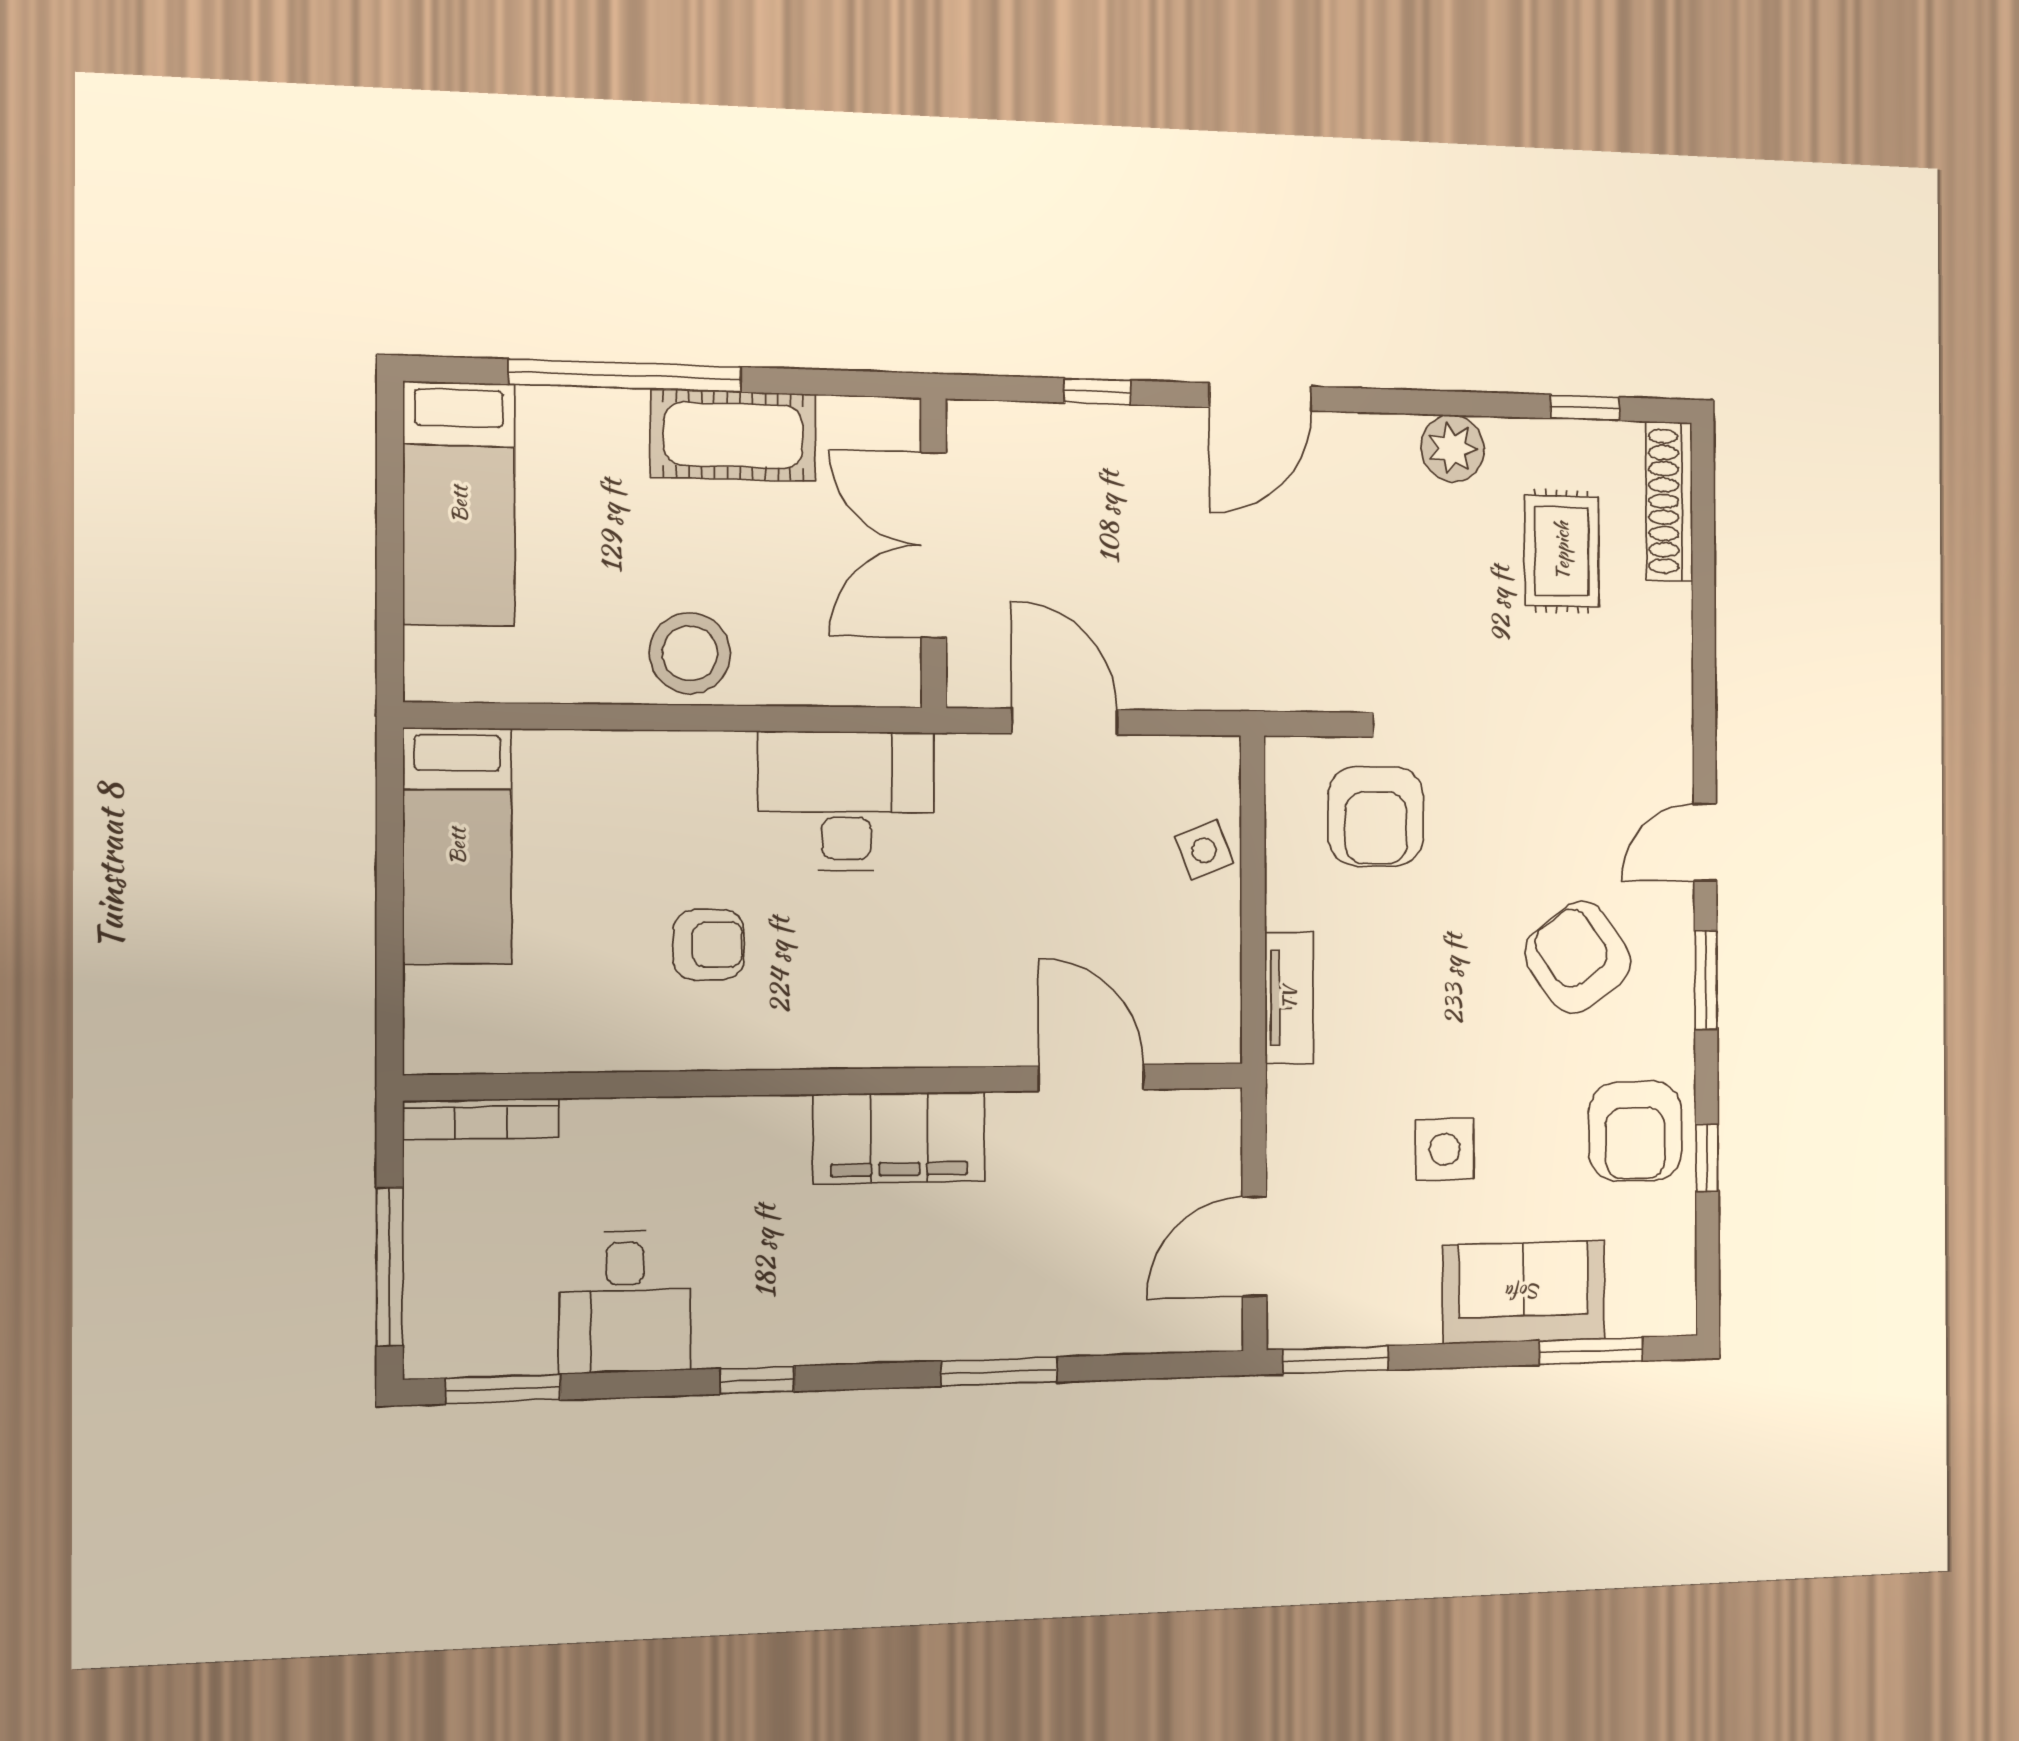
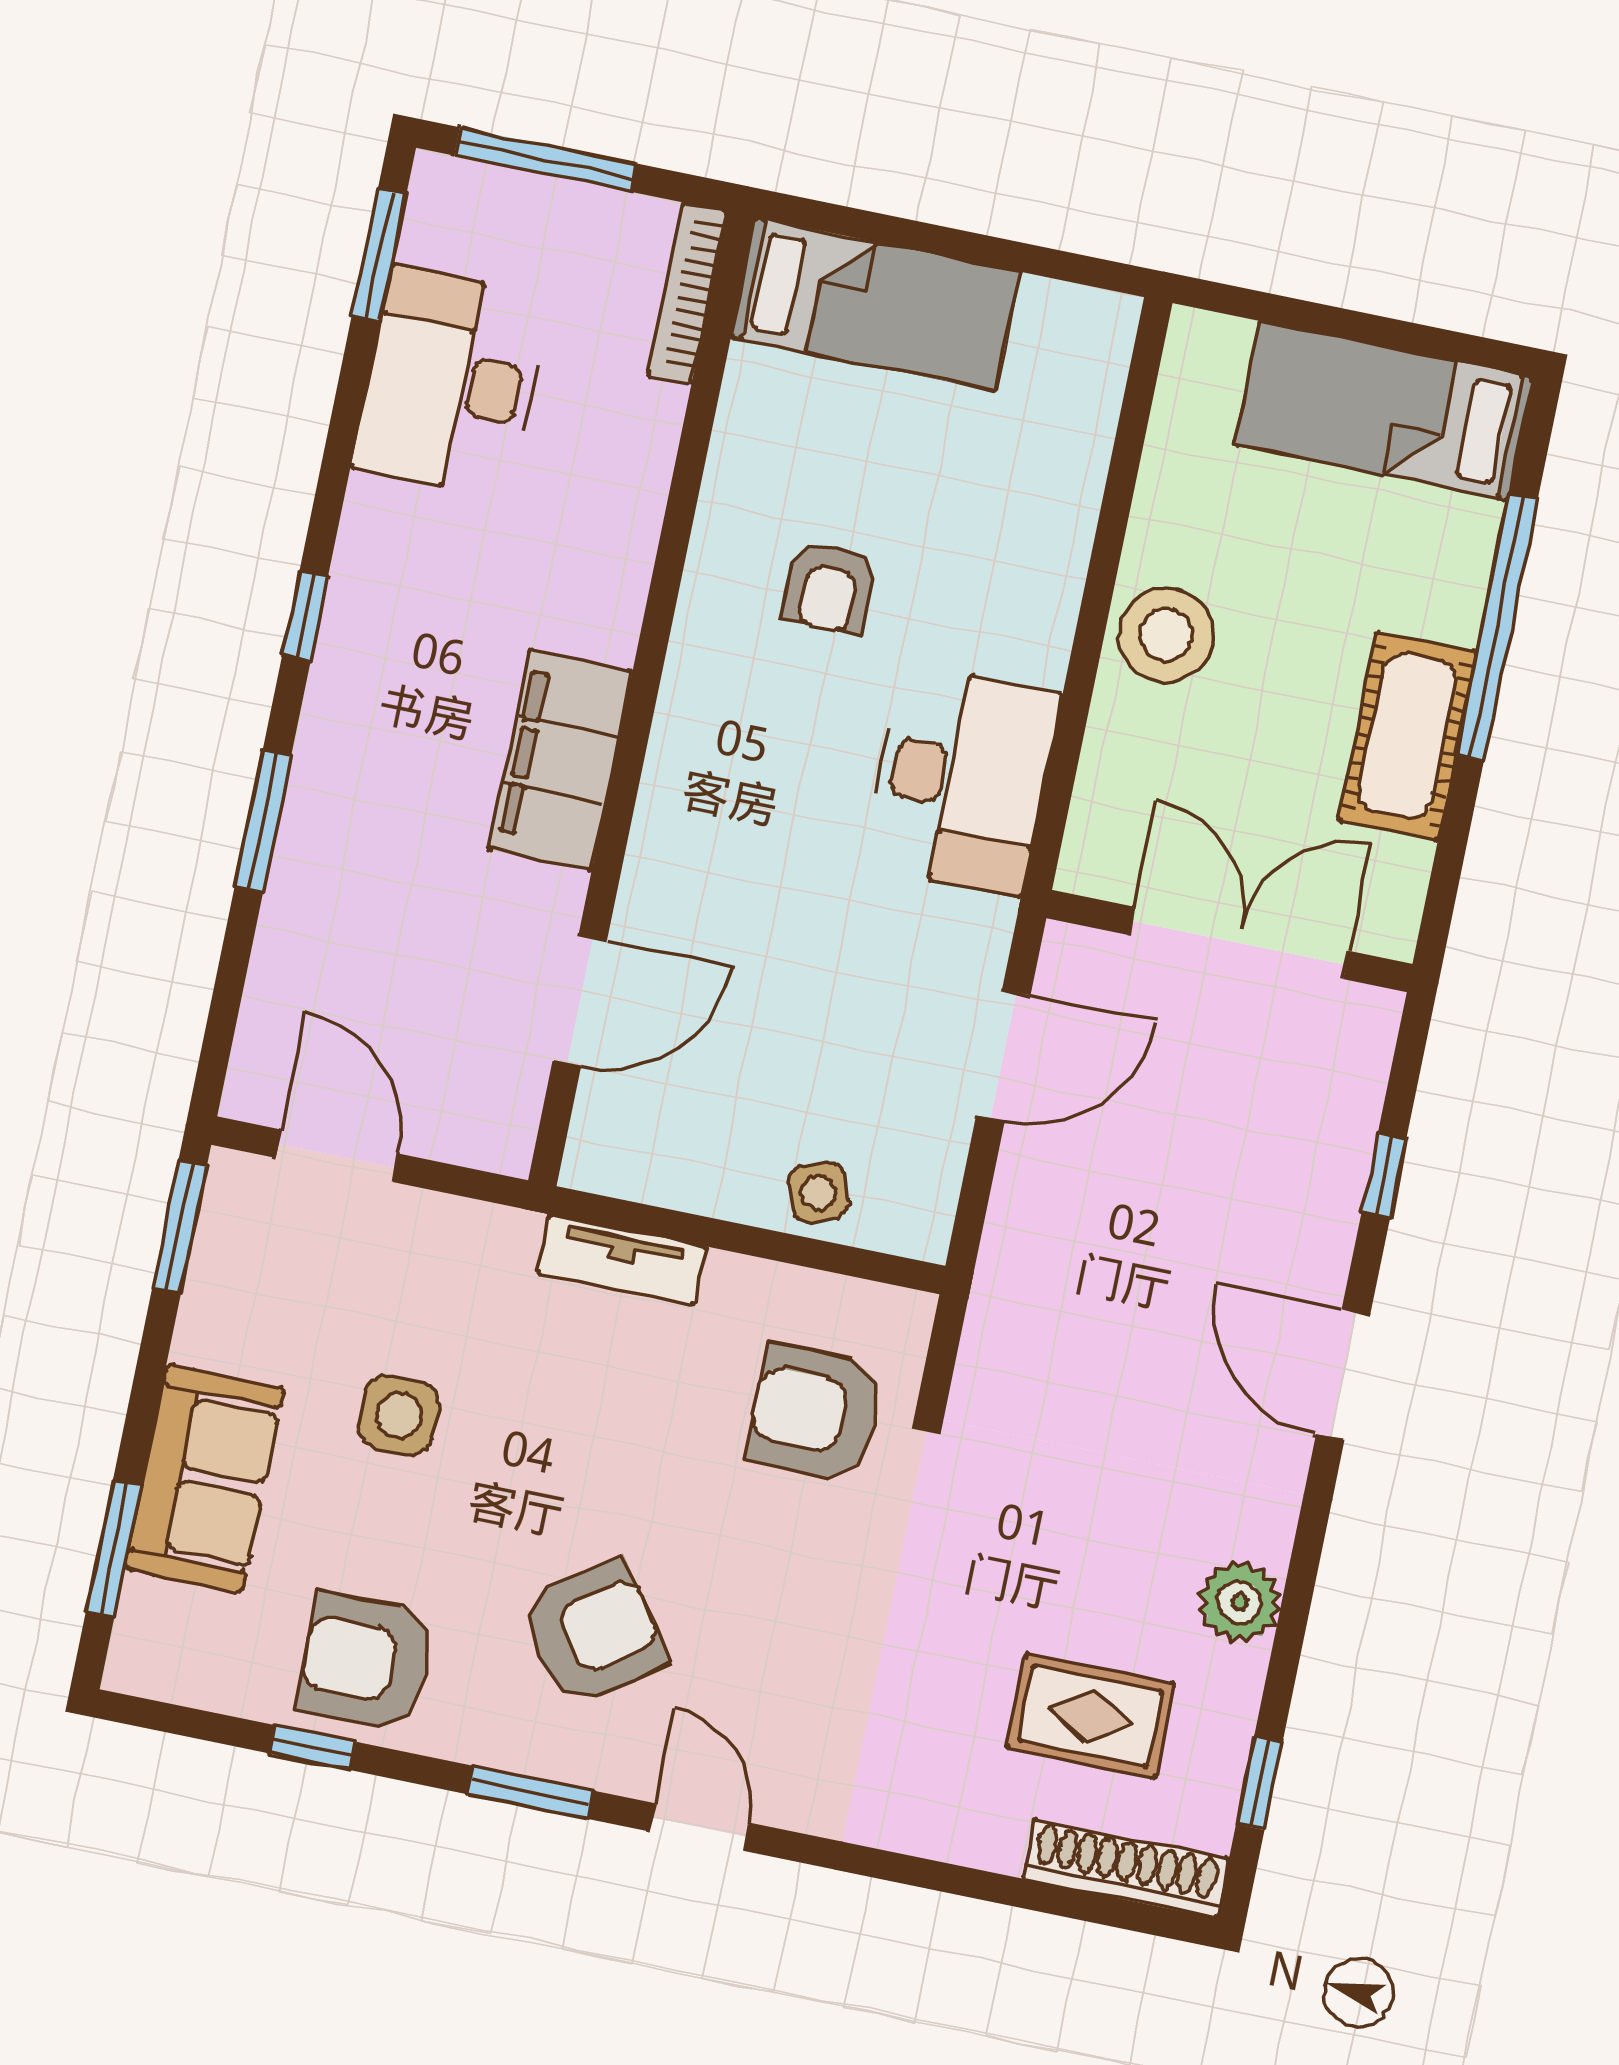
bed: (457, 846) -> (876, 304), moved, turned 180
desk: (625, 1302) -> (451, 382), width x1.37
window: (757, 1380) -> (305, 616), moved

